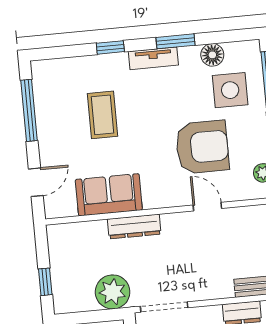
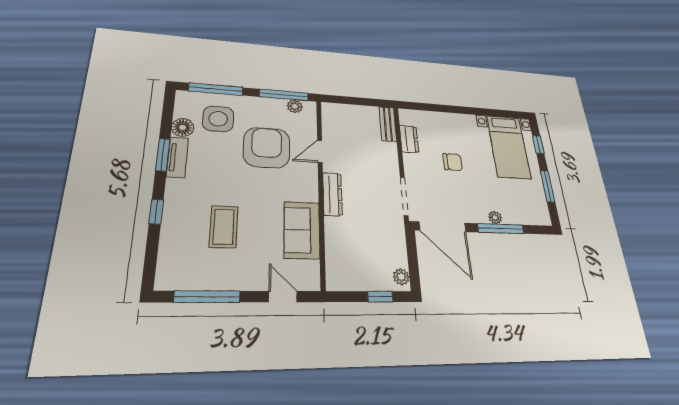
tv unit: (153, 58) -> (177, 157), moved
coffee table: (103, 115) -> (224, 227), turned 90
dresser: (134, 227) -> (332, 194), moved
plant: (113, 292) -> (401, 277), moved, width x0.53, depth x0.53

